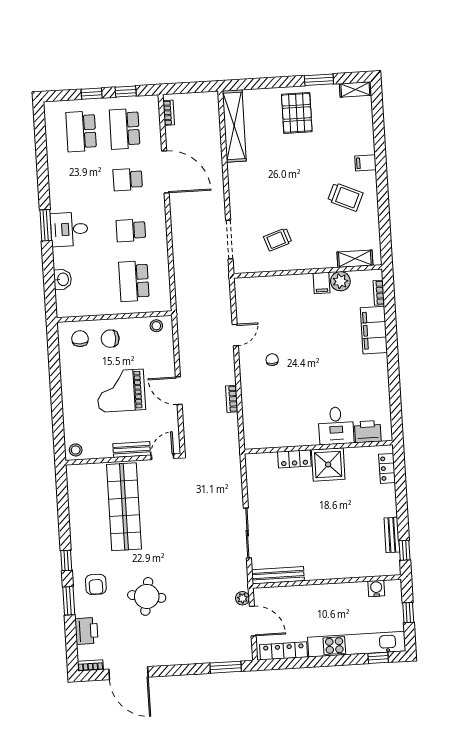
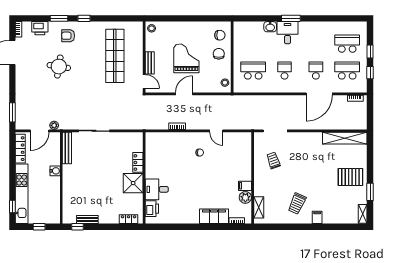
washbasin: (63, 279) -> (270, 27), moved
shop shelf: (124, 507) -> (115, 56), turned 90
water cooler: (376, 588) -> (55, 171), moved

